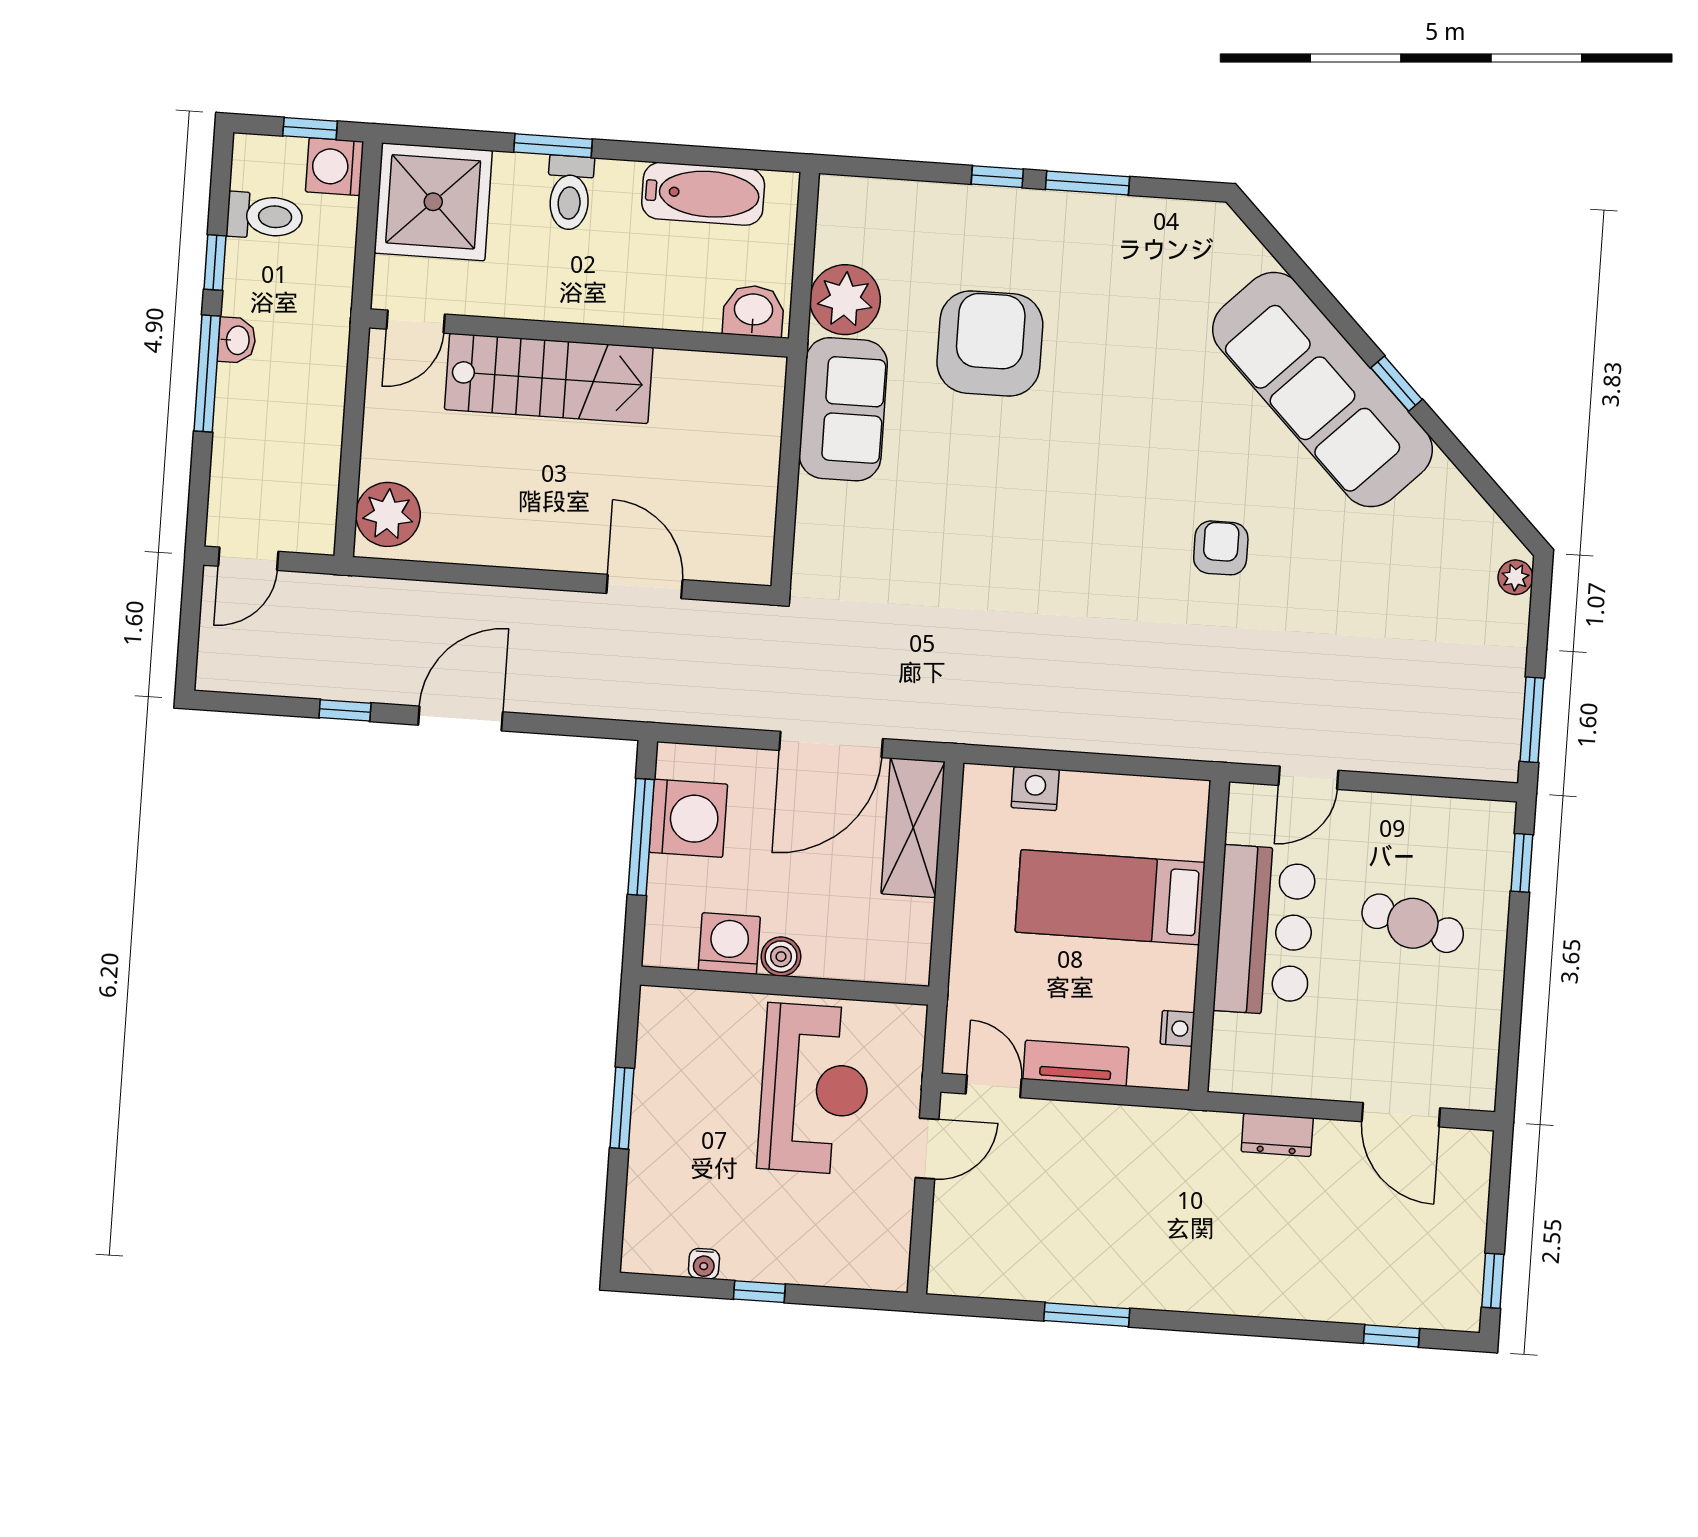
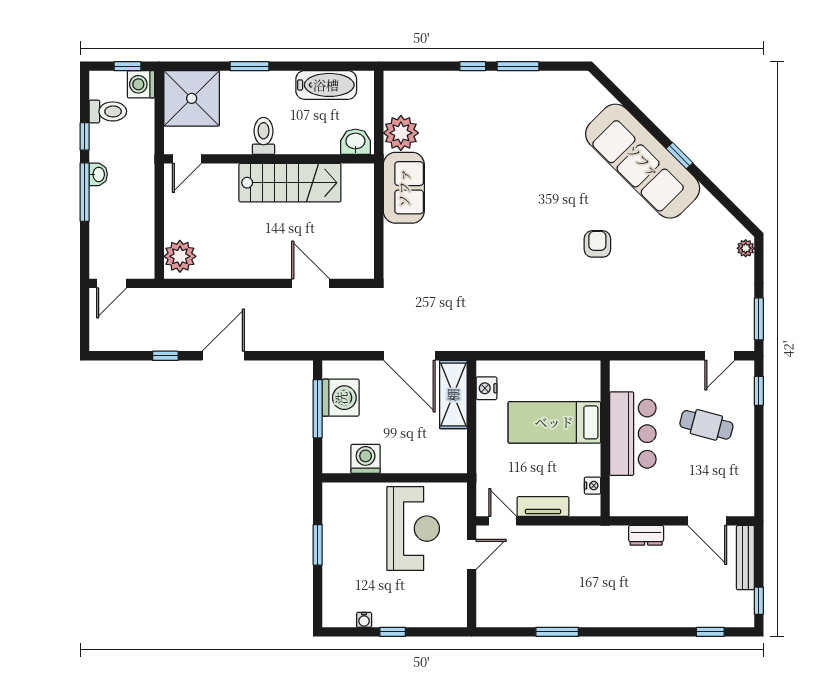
toilet: (570, 193) -> (263, 136), moved, turned 180
armchair: (990, 343) -> (475, 150), removed
stairs: (549, 378) -> (290, 183), moved
door: (831, 744) -> (409, 356), hinge flipped
door: (1308, 778) -> (720, 356), moved
nightstand: (1035, 789) -> (486, 388), moved, turned -90
boiler: (781, 957) -> (392, 464), removed
bench: (1472, 1193) -> (745, 558), added

